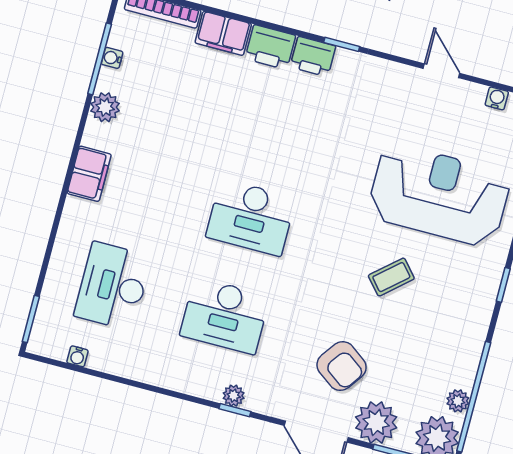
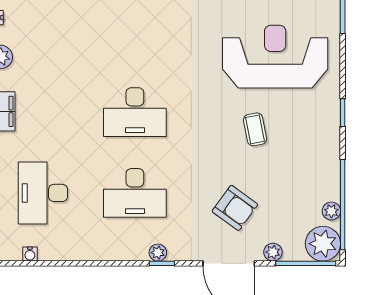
coffee table: (391, 277) -> (255, 129), turned -60
plant: (376, 422) -> (273, 252), width x0.53, depth x0.53

